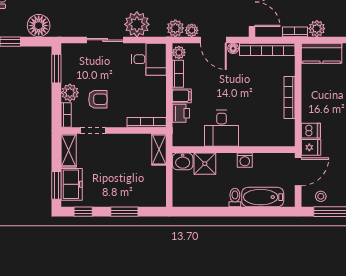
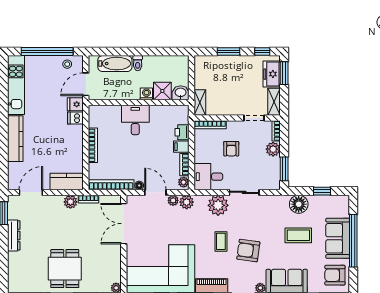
armchair: (98, 99) -> (231, 149), moved, turned -90
desk: (222, 128) -> (135, 120), moved
washing machine: (245, 160) -> (146, 94), moved

